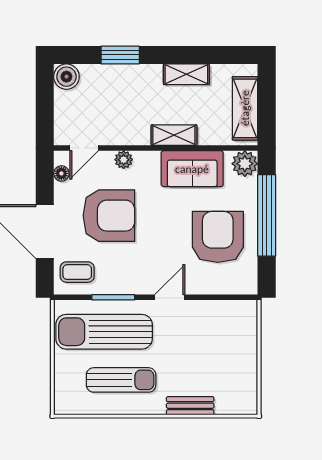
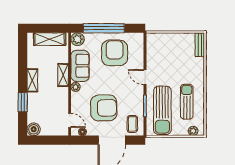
shelving: (186, 74) -> (32, 80), moved
plant: (124, 160) -> (76, 87), moved
armchair: (109, 216) -> (104, 108), turned 89
armchair: (218, 237) -> (115, 53), turned 90
plant: (63, 392) -> (193, 131), added
bench: (190, 406) -> (200, 45), moved

